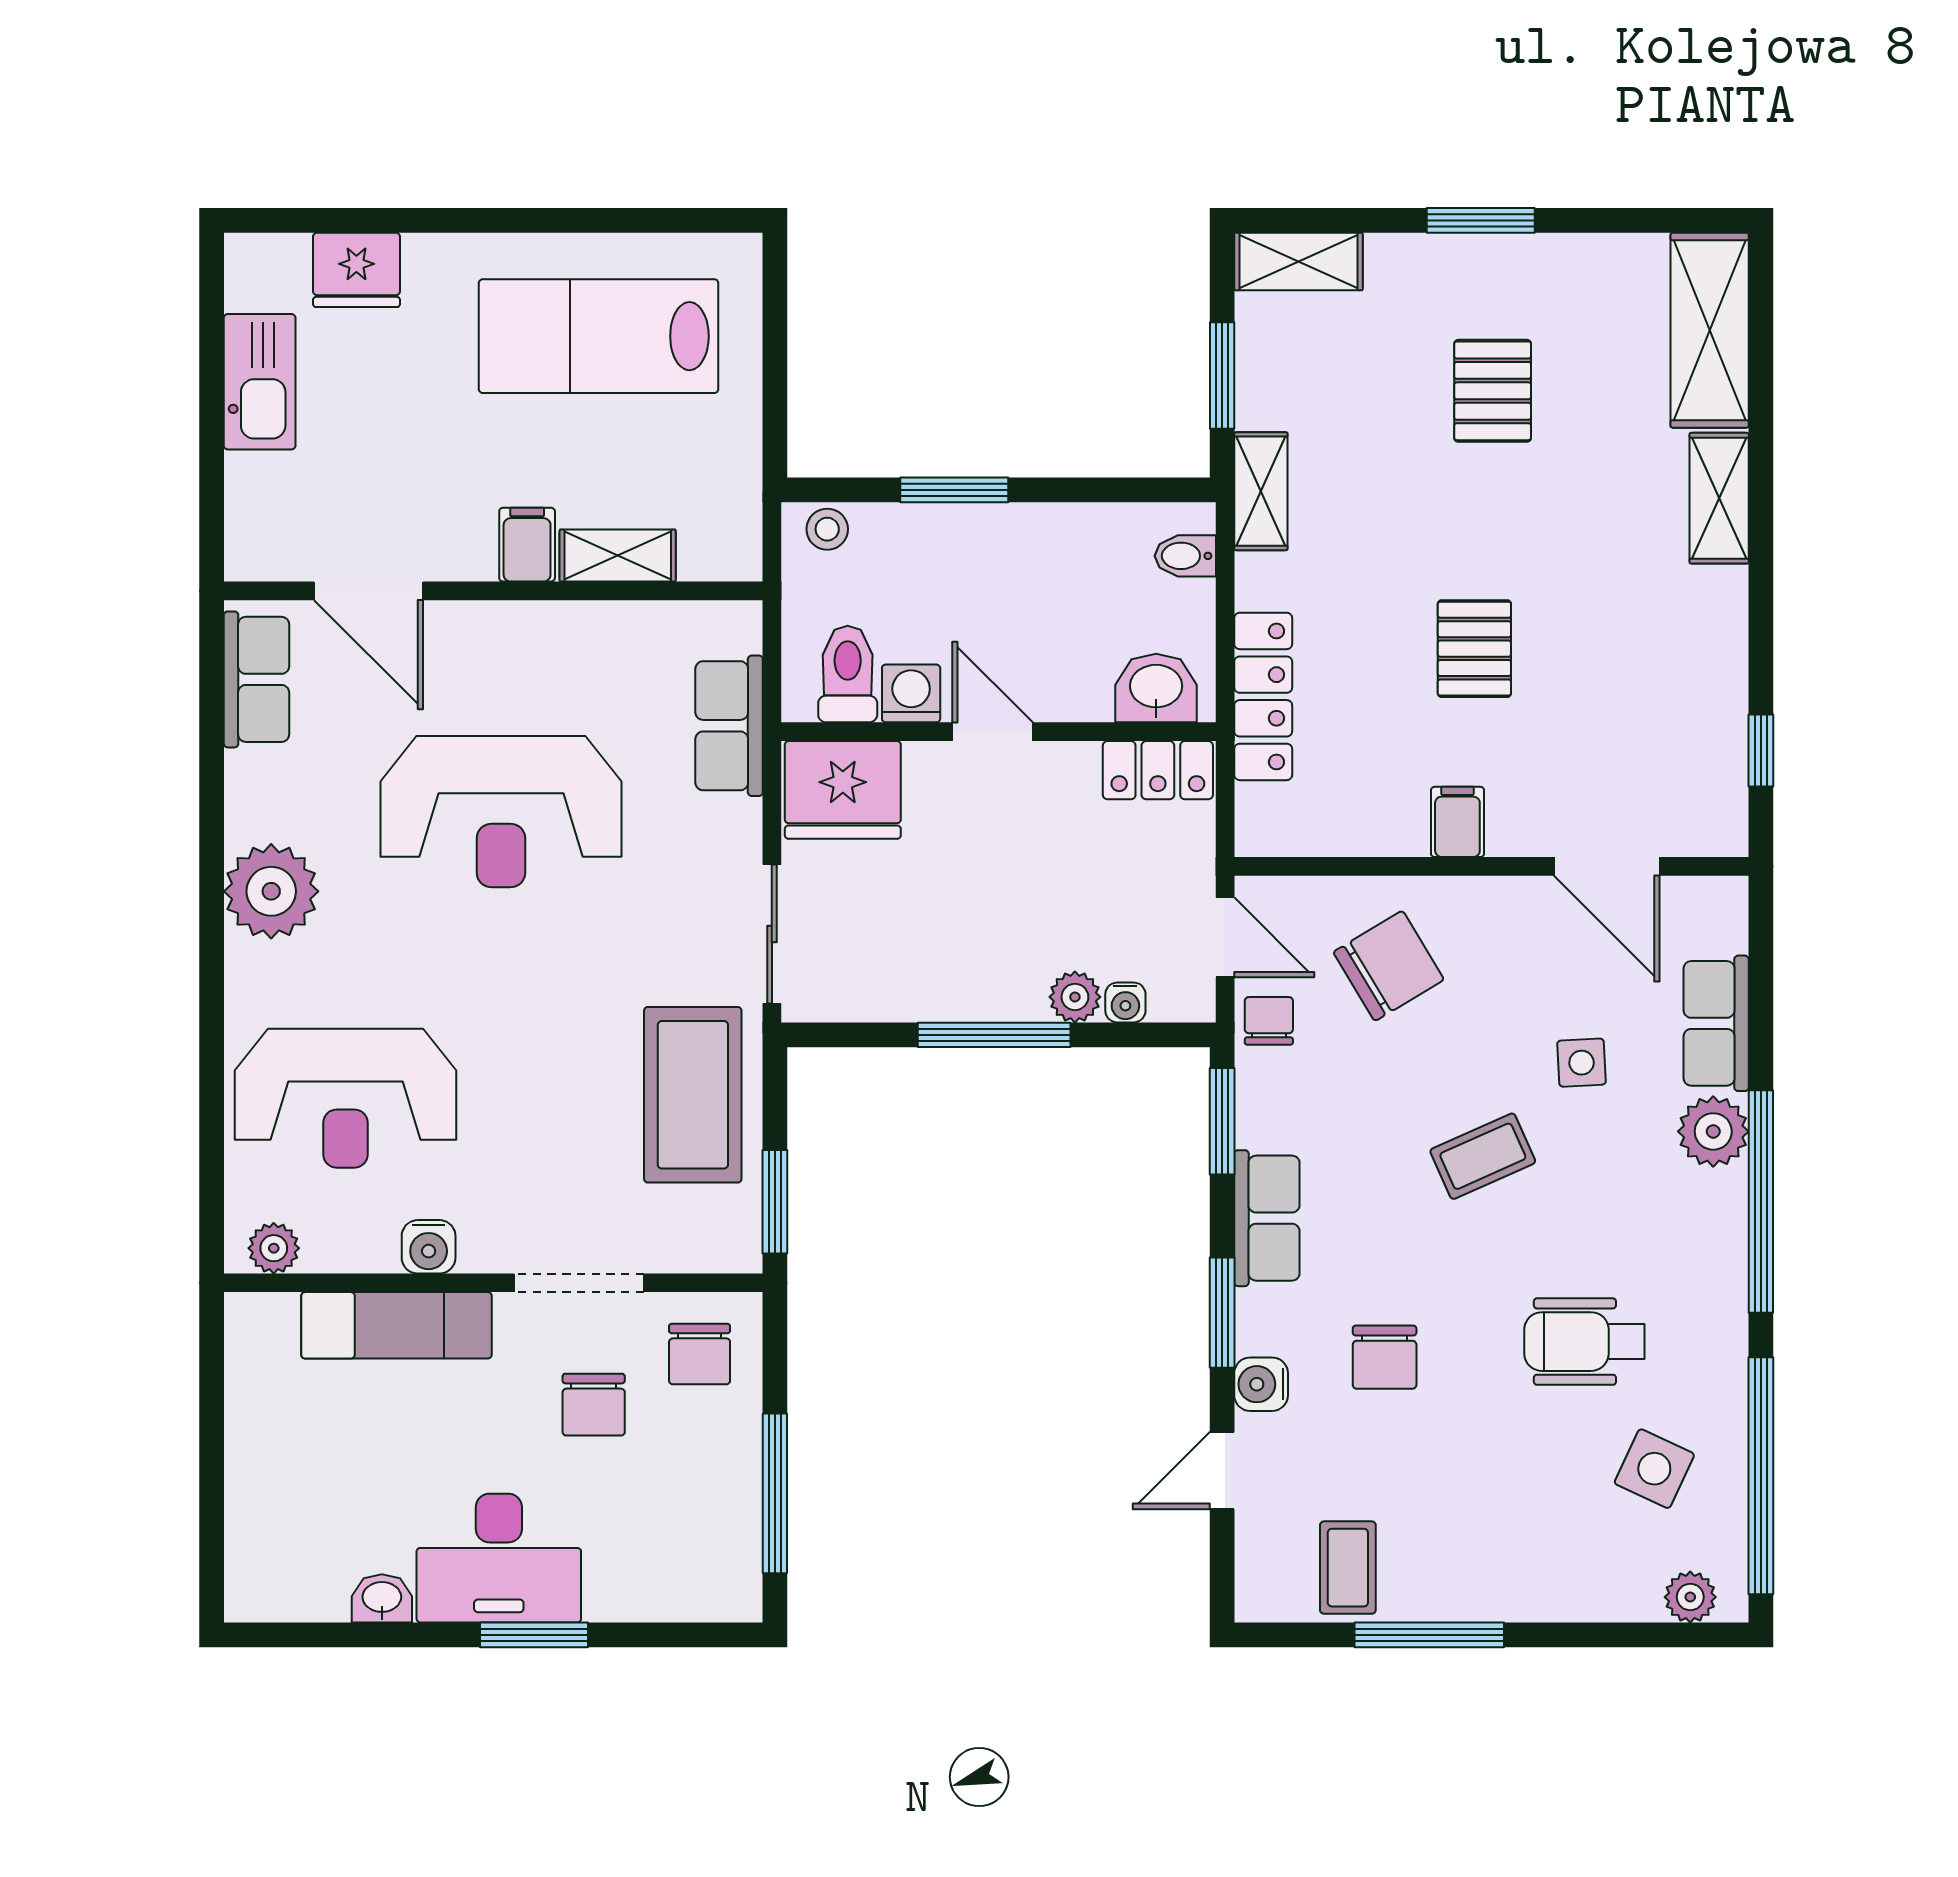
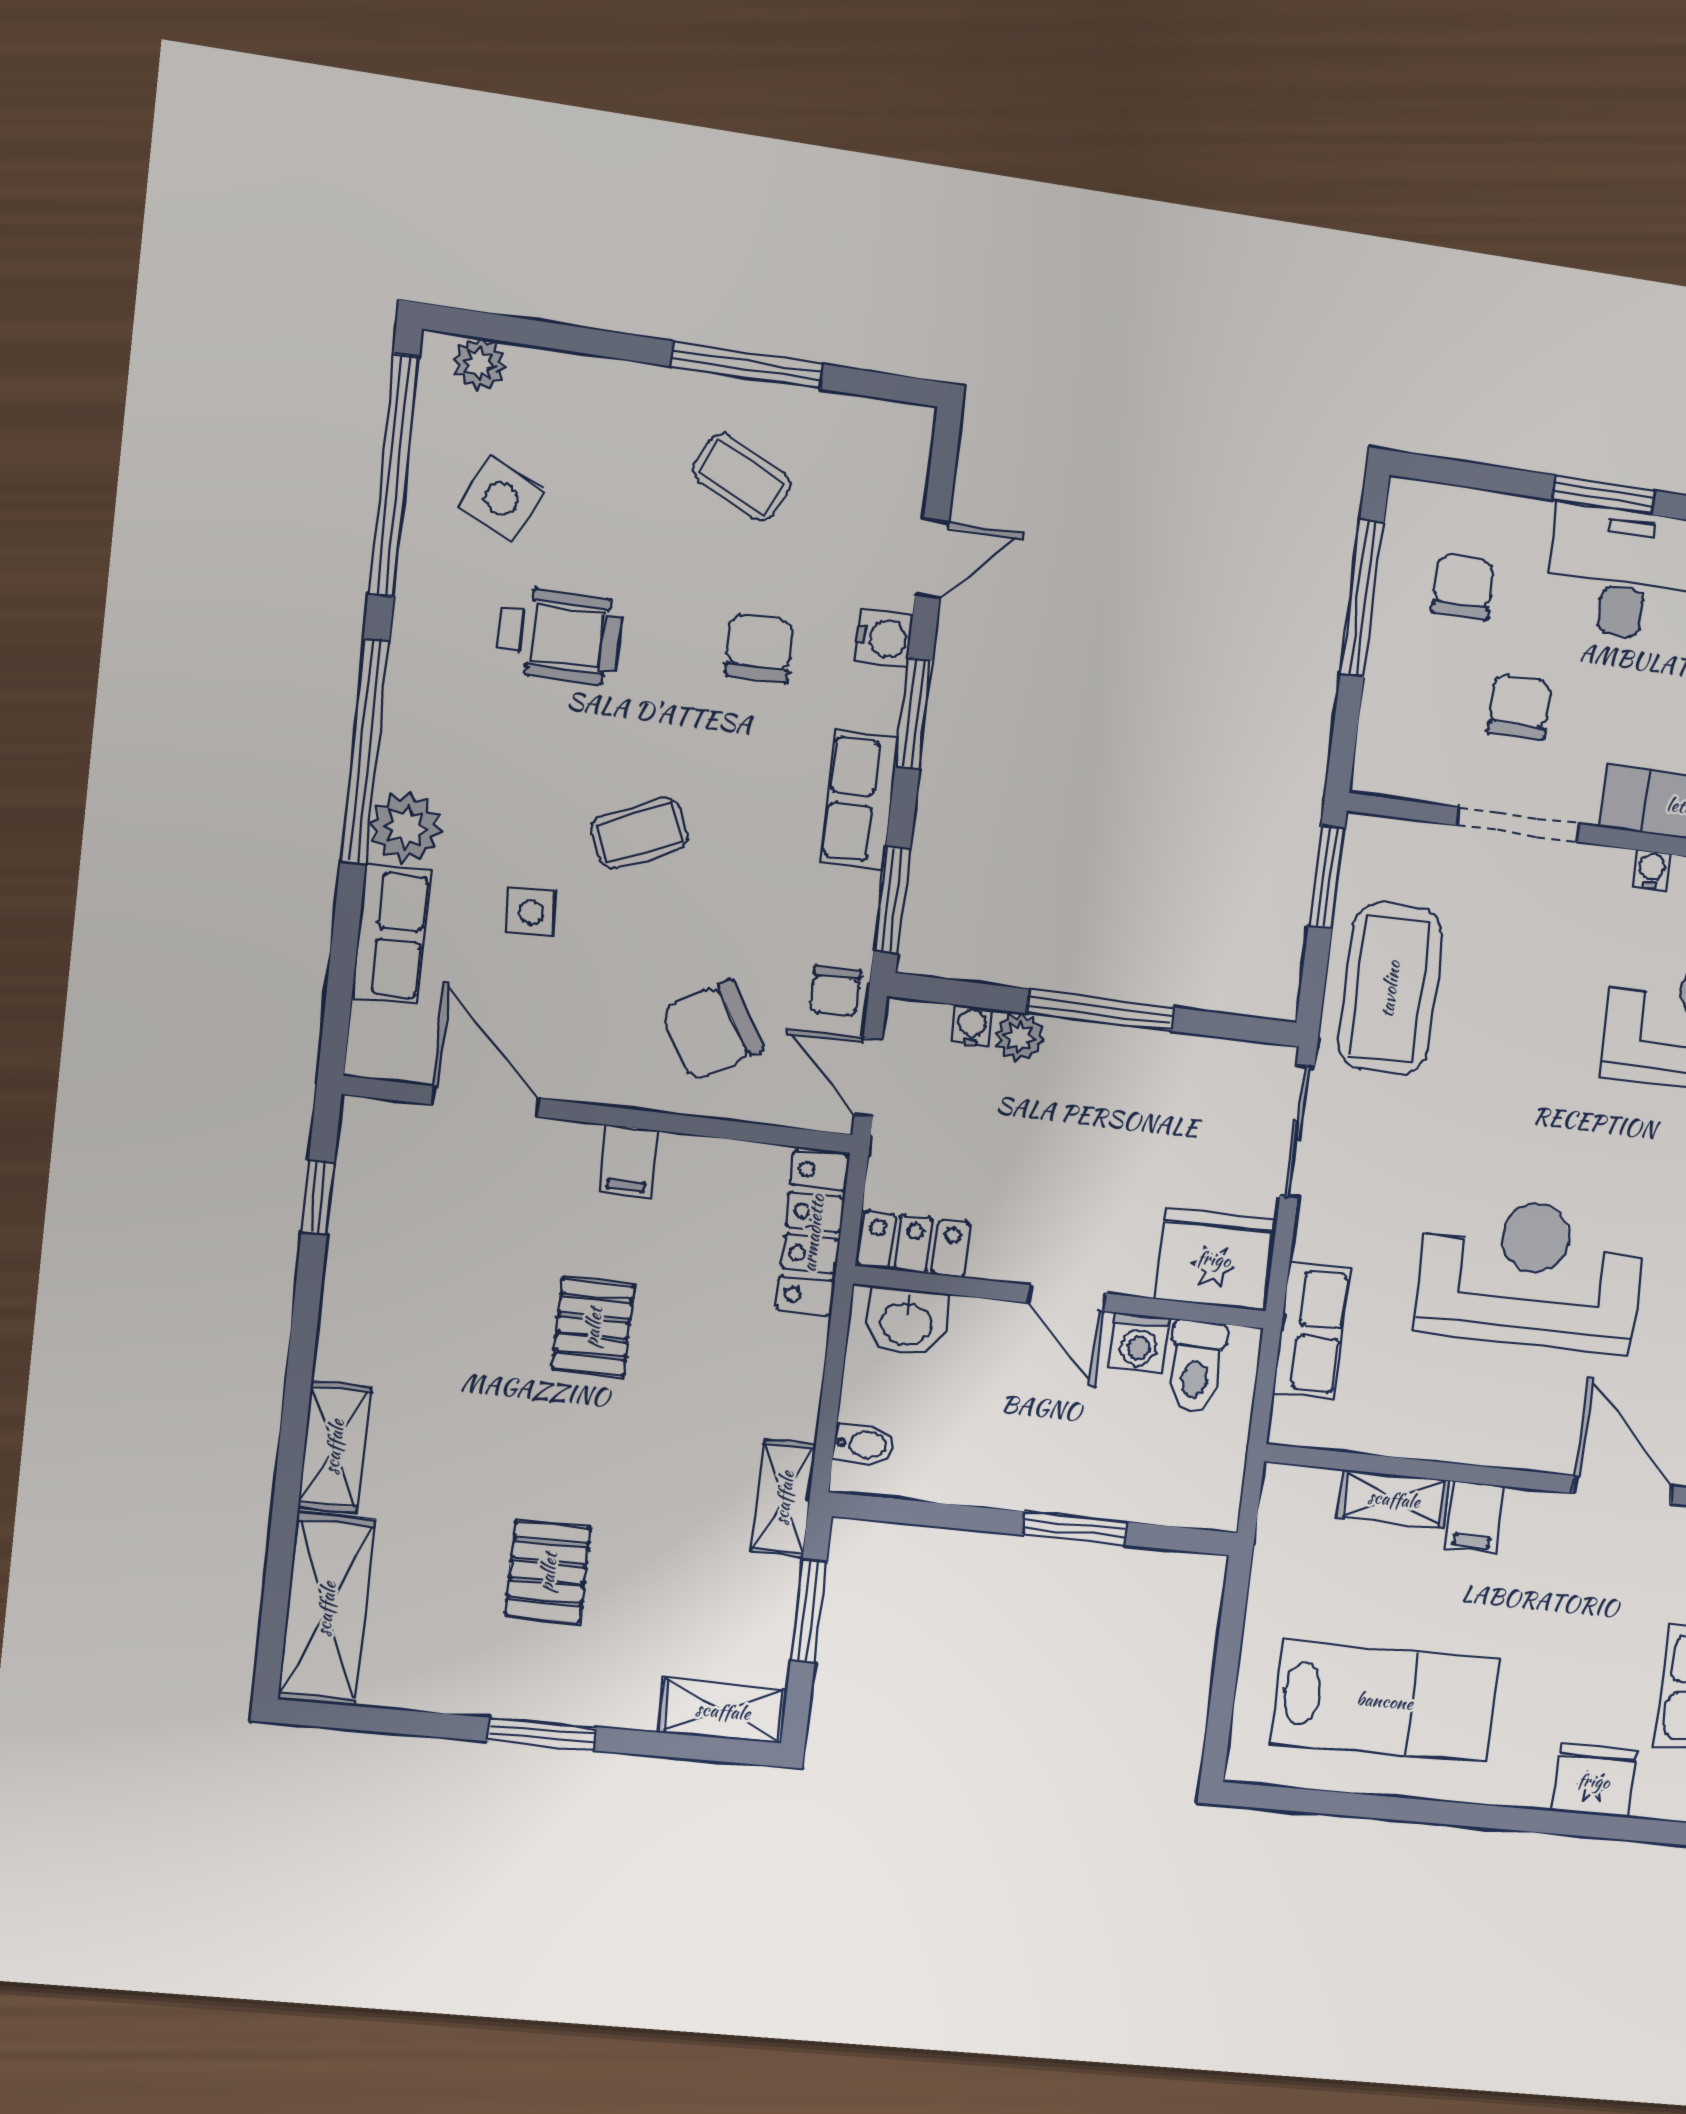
stool: (827, 529) -> (1198, 1504), removed
locker: (1263, 696) -> (813, 1233), moved
water cooler: (429, 1247) -> (1651, 870), width x0.72, depth x0.72
chair: (700, 1354) -> (1463, 587), moved
coffee table: (1348, 1568) -> (741, 477), moved, turned -64

